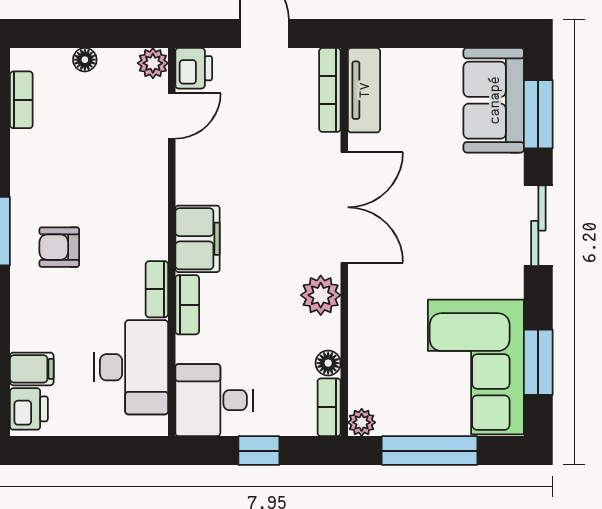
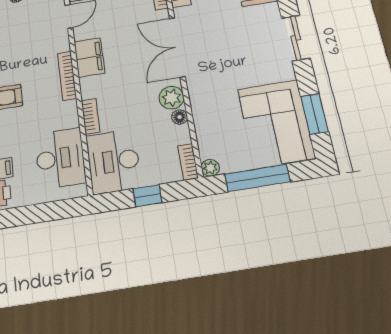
double door: (344, 207) -> (177, 47), swing flipped
filing cabinet: (197, 239) -> (89, 57), moved
bookcase: (157, 289) -> (67, 76), moved, width x1.56
floor lamp: (328, 363) -> (180, 117), moved
desk: (214, 400) -> (114, 161), width x1.37

